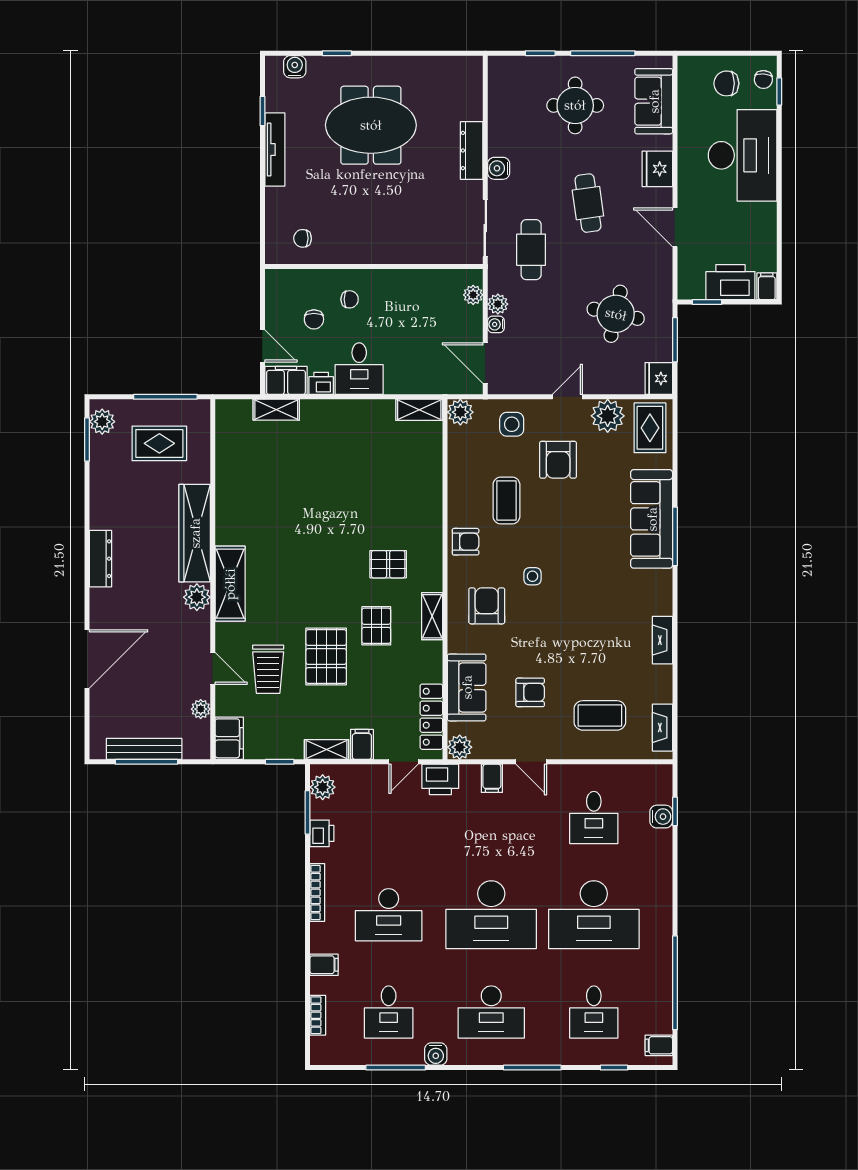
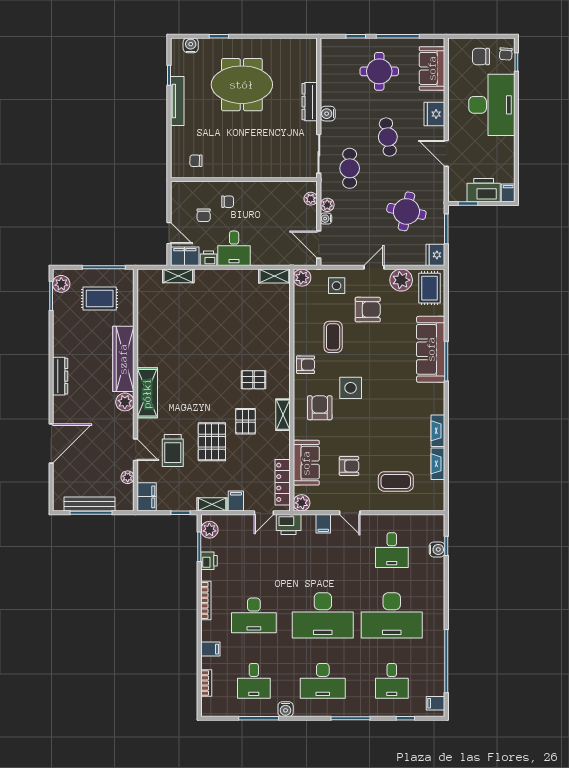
armchair: (558, 460) -> (368, 310), turned -90
side table: (532, 576) -> (351, 388), width x1.87, depth x1.87
fireplace: (662, 728) -> (438, 464), moved

